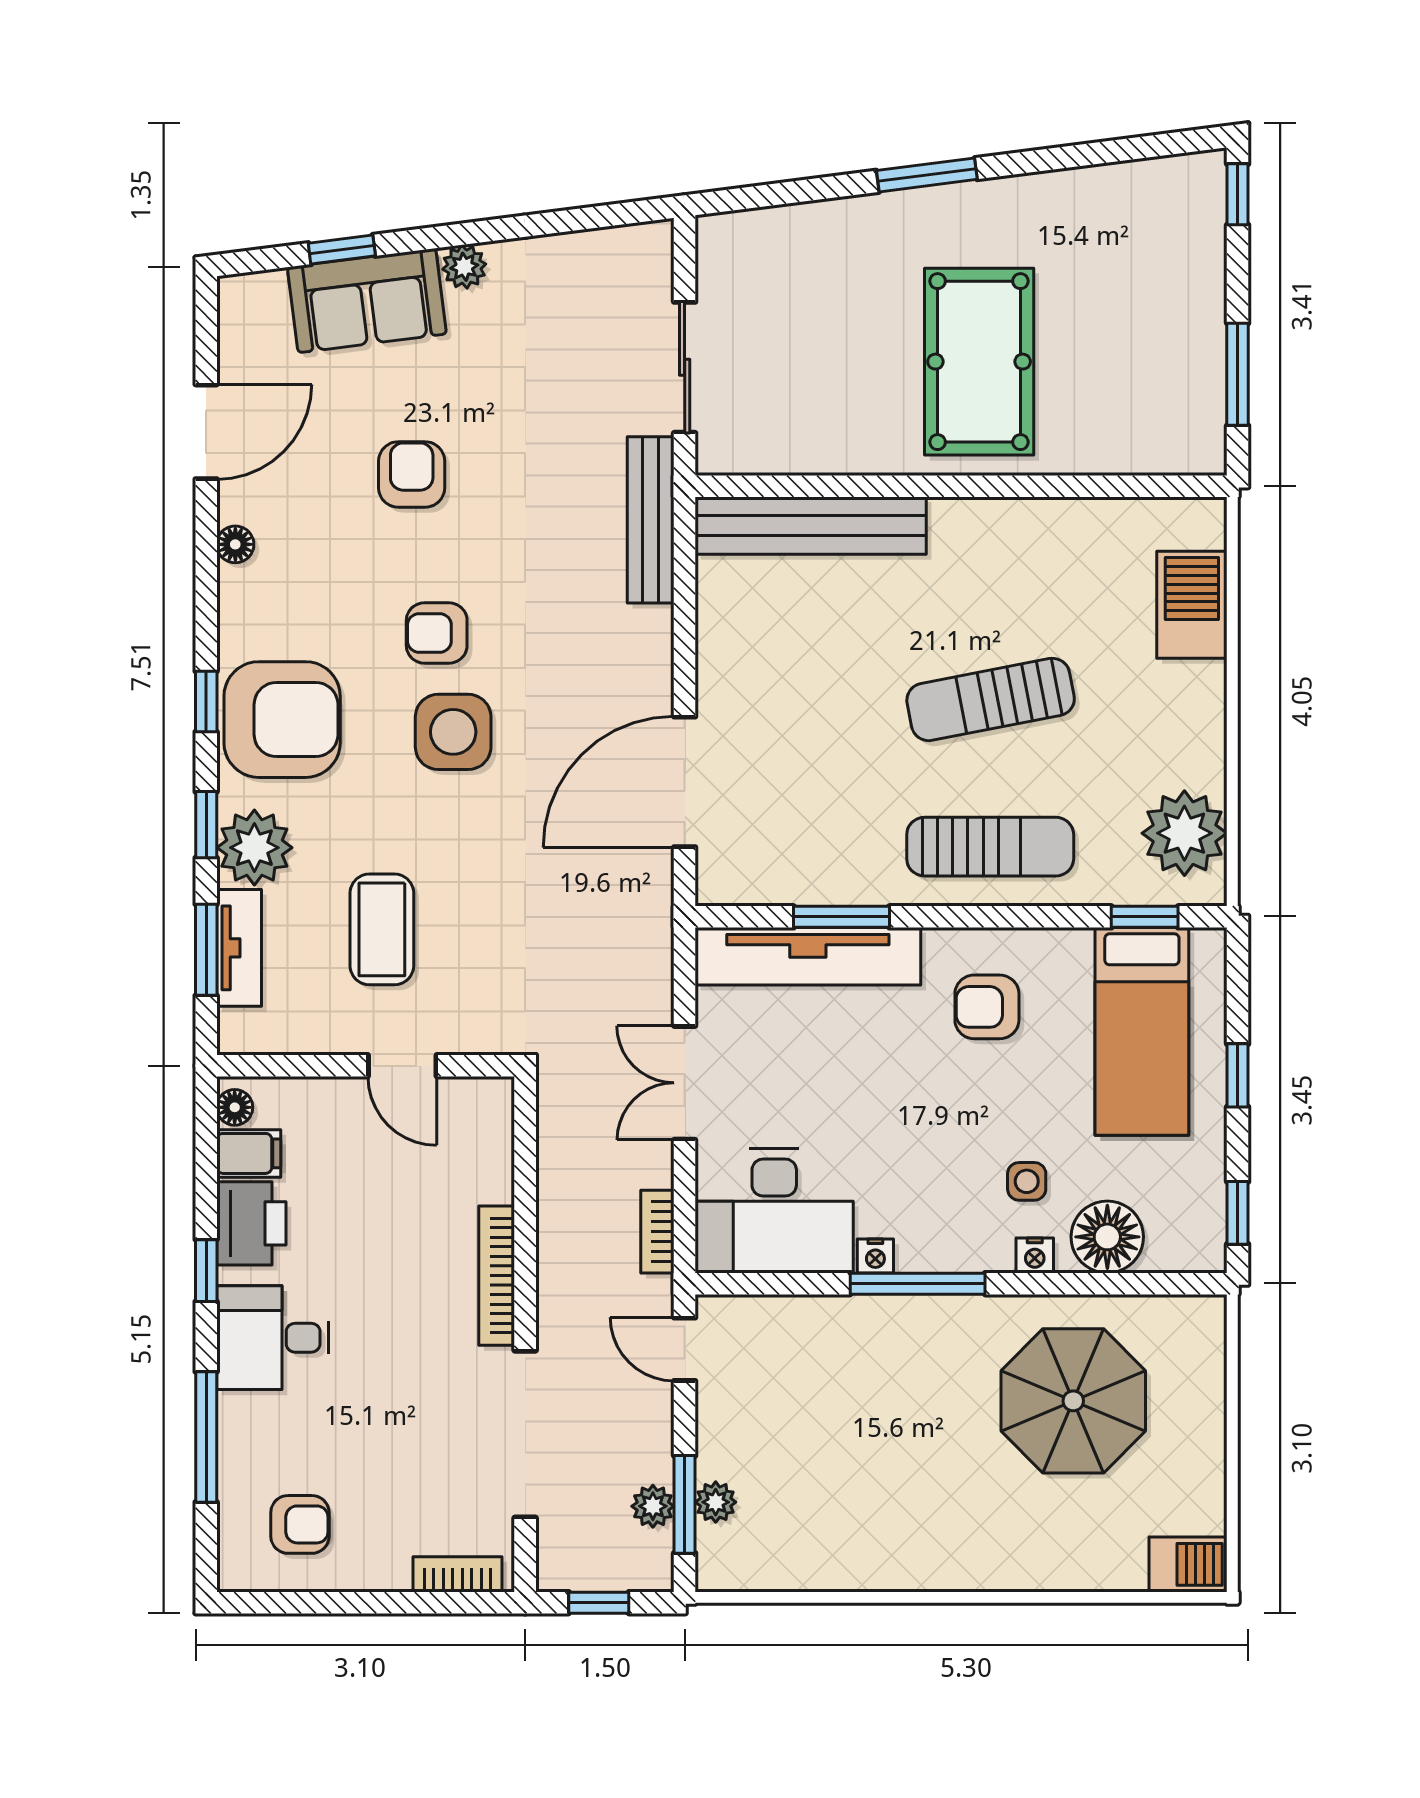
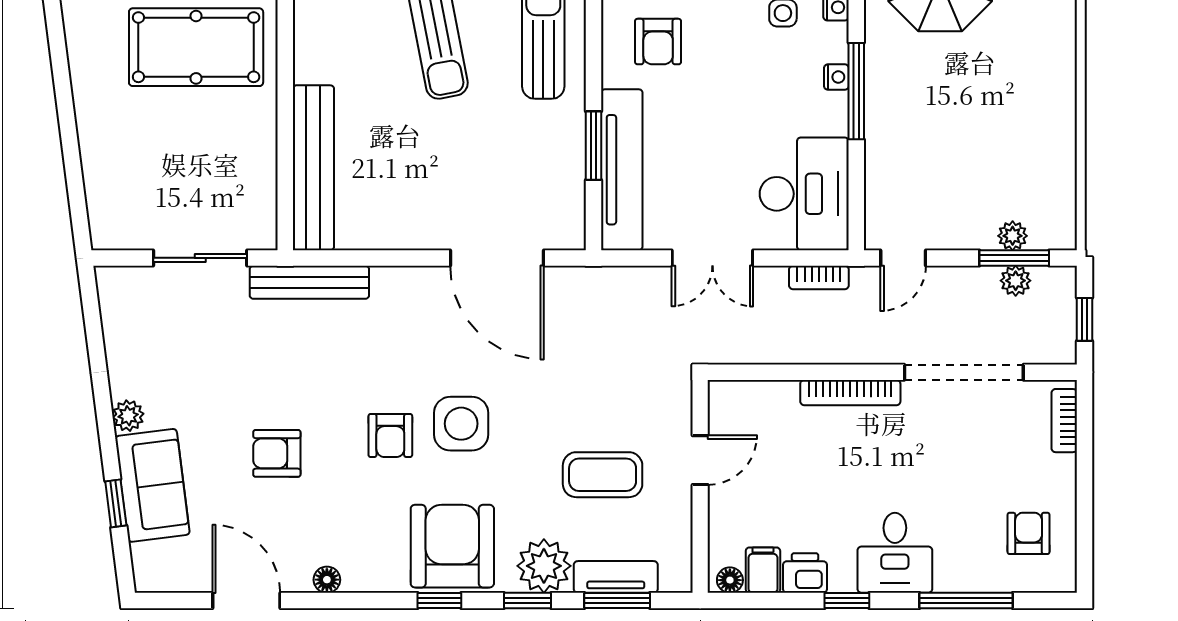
window: (927, 175) -> (62, 85), removed
printer: (251, 1223) -> (805, 573), width x0.73, depth x0.81
nightstand: (875, 1256) -> (836, 77), moved

